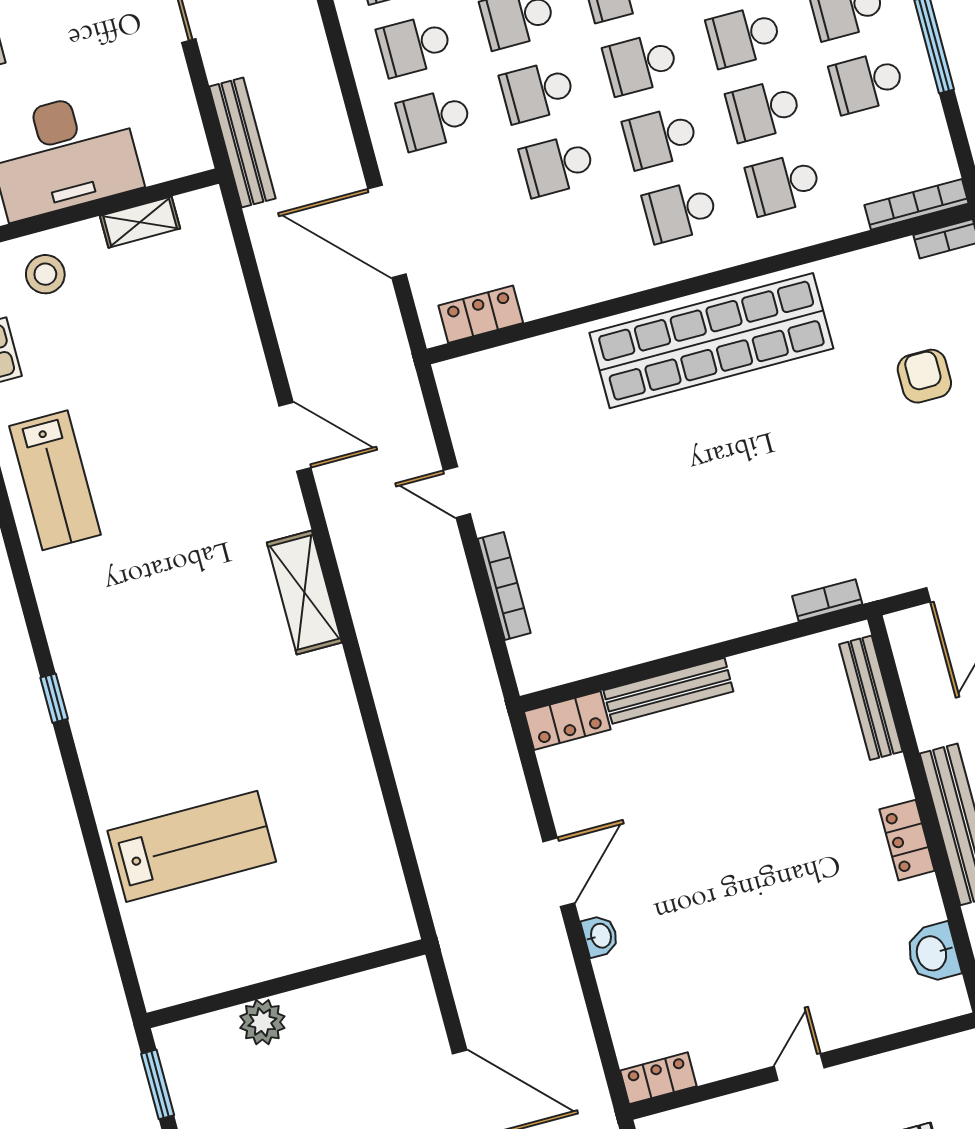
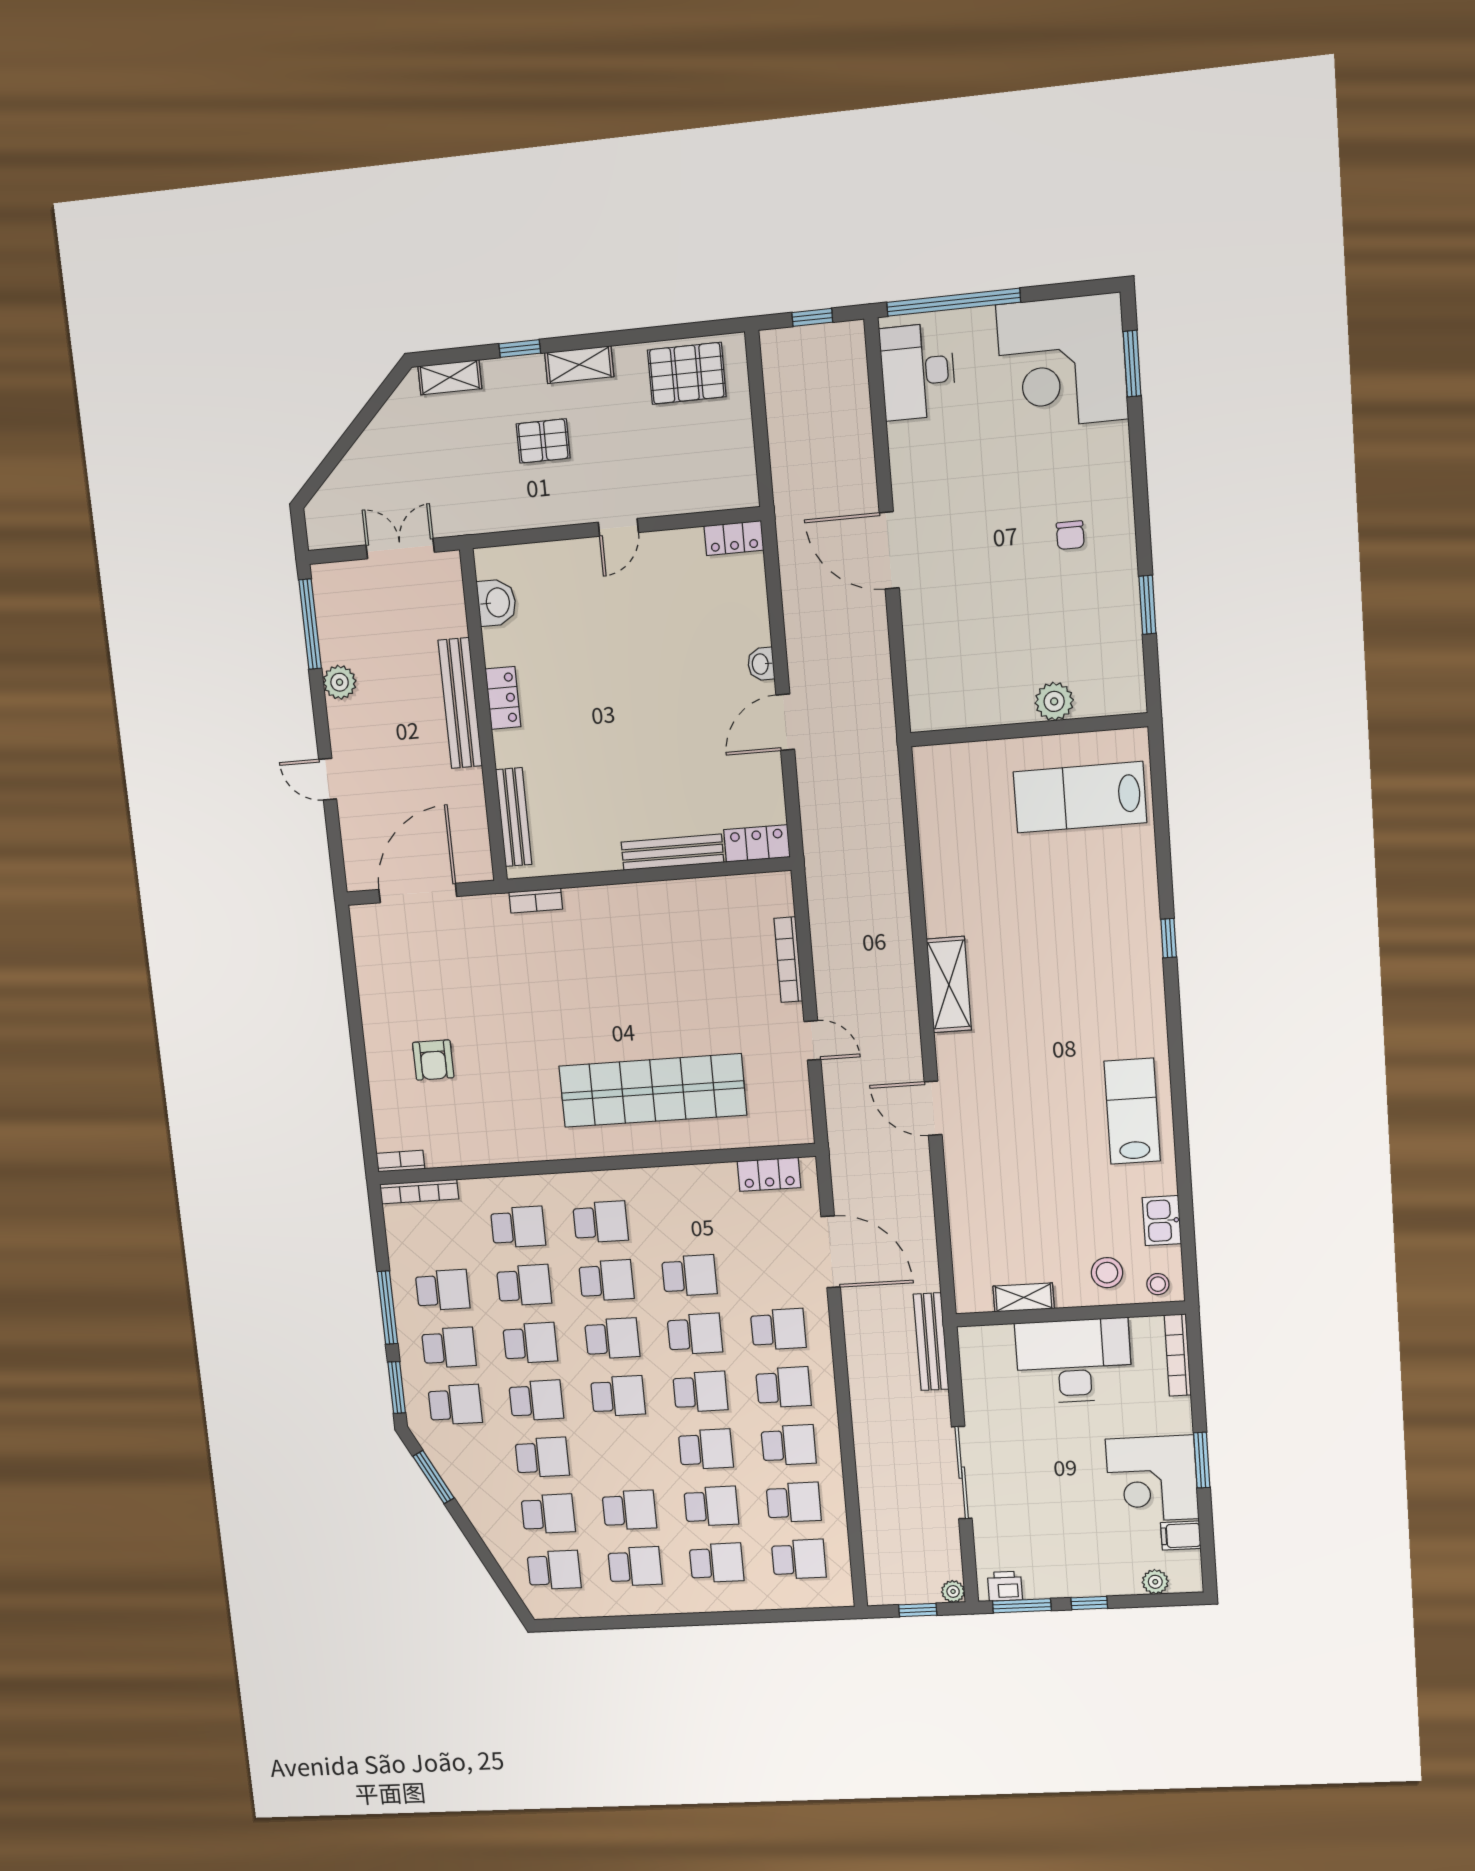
shop shelf: (711, 341) -> (653, 1091), moved
wall: (286, 984) -> (1029, 730), moved
plant: (262, 1022) -> (1054, 701), moved

